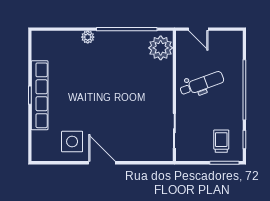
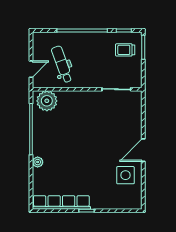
dental chair: (202, 84) -> (62, 64), moved
row of seats: (40, 95) -> (61, 202), moved

